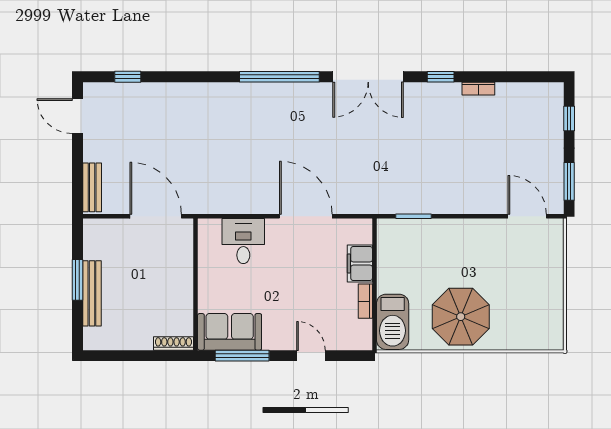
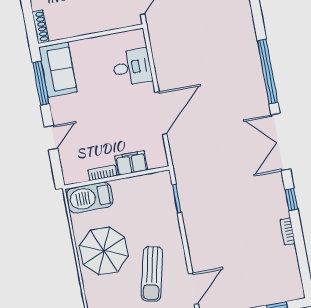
sun lounger: (499, 263) -> (152, 274), added

